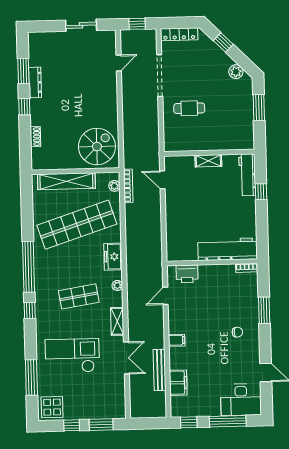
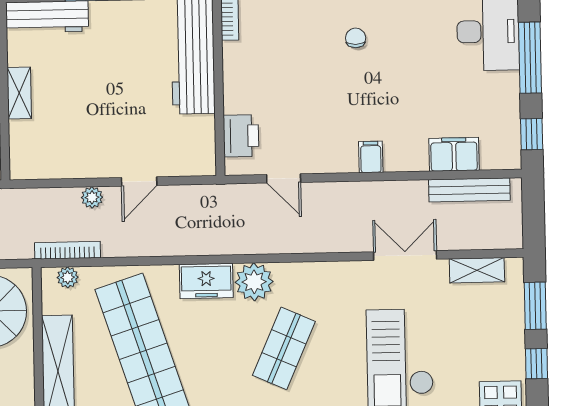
door: (162, 180) -> (139, 181), moved
plant: (155, 198) -> (92, 197), added
plant: (117, 285) -> (254, 282), width x1.88, depth x1.88
shop shelf: (79, 296) -> (284, 348), turned 33
shelving: (117, 321) -> (477, 270), moved
bench: (160, 370) -> (469, 190), moved

